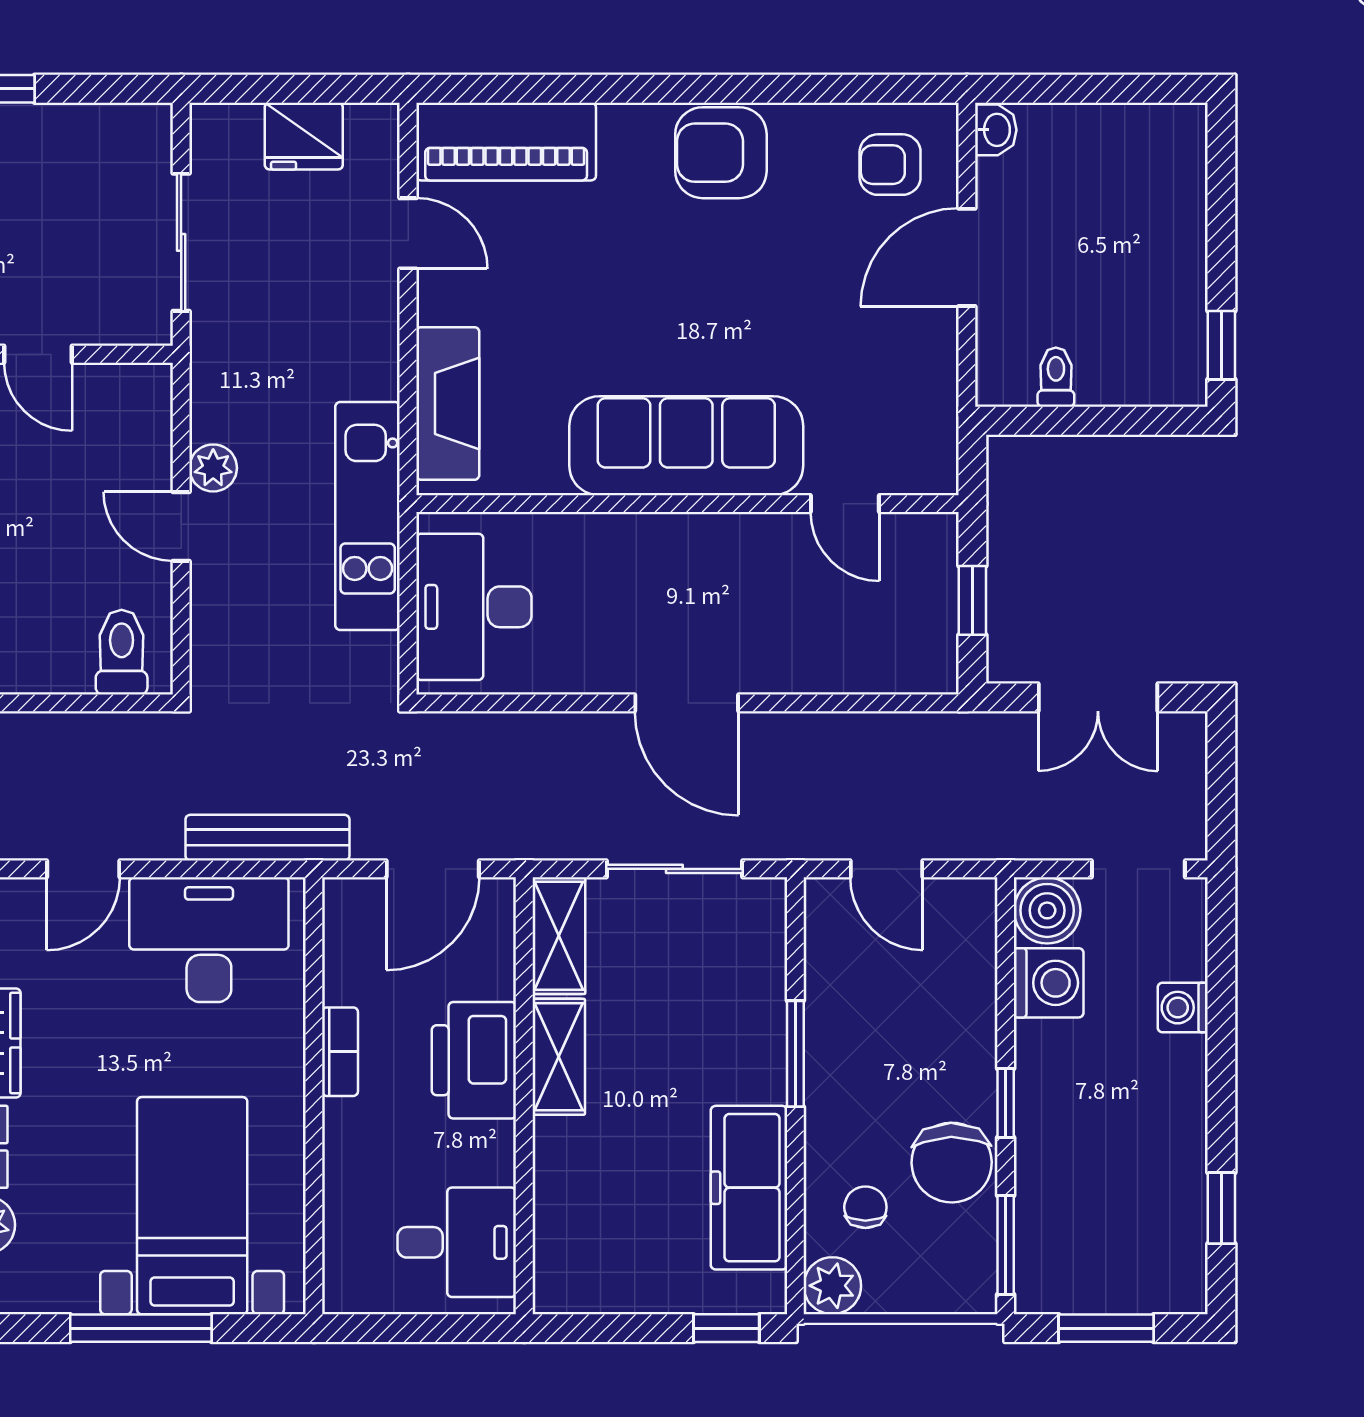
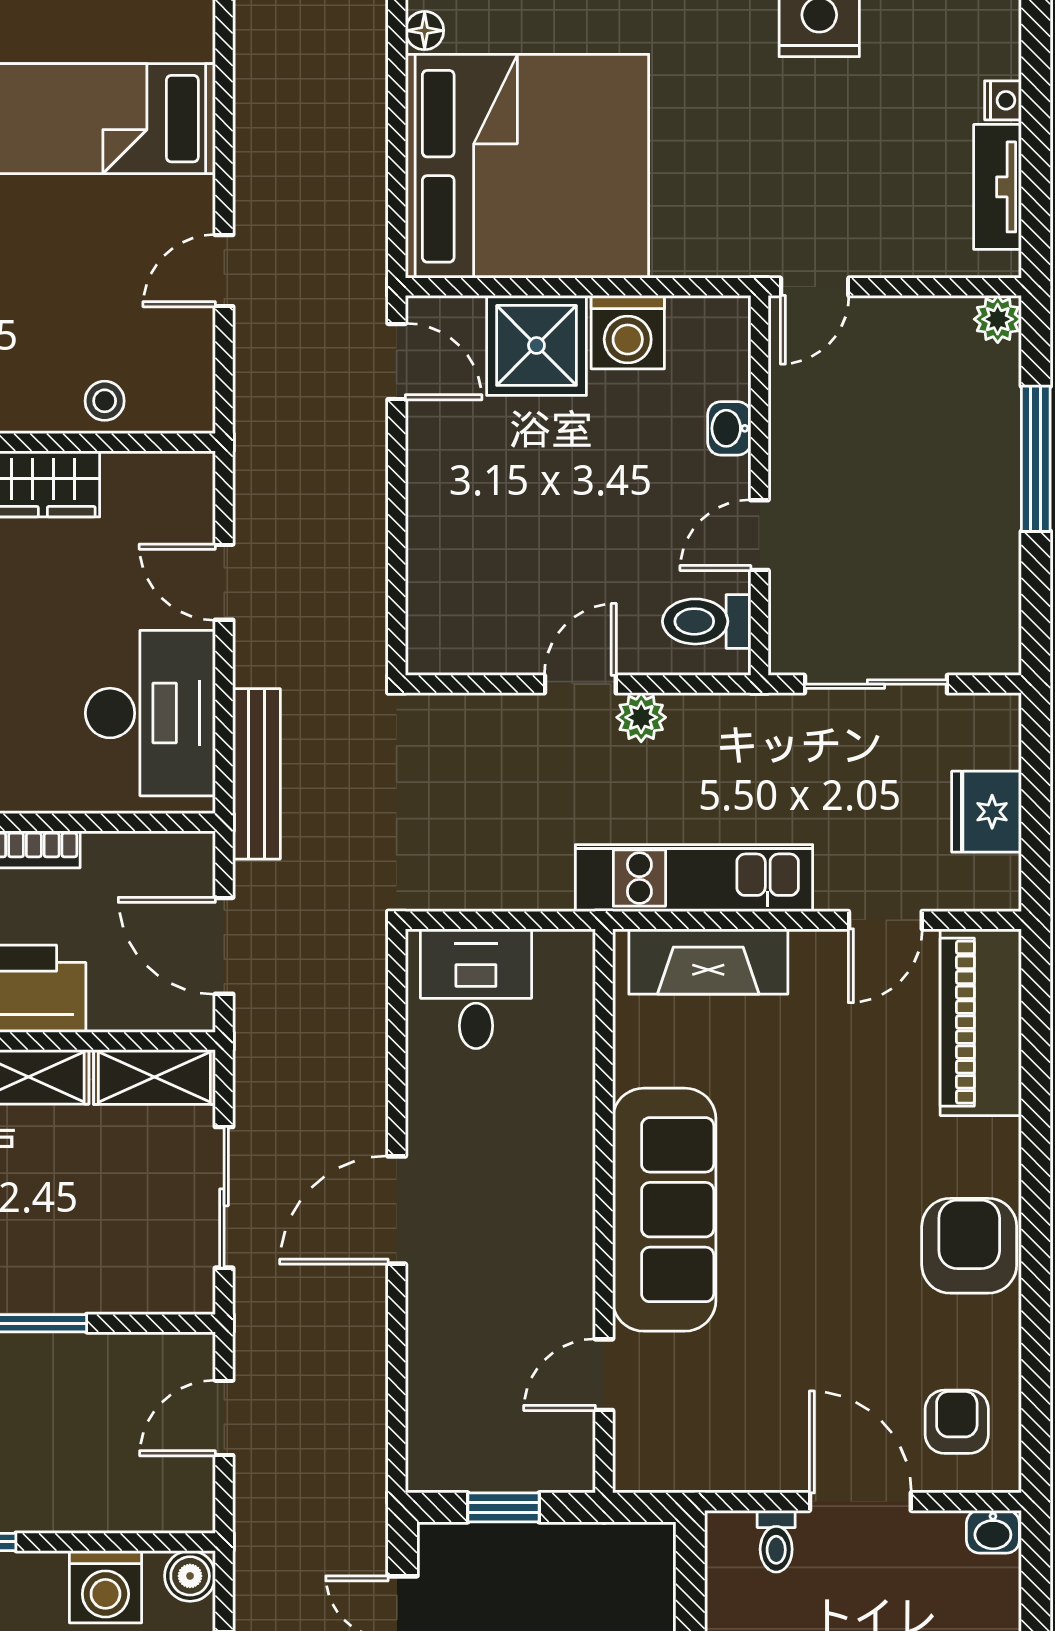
toilet: (1056, 377) -> (776, 1541), moved, turned 90
kitchen unit: (368, 516) -> (694, 878), moved
desk: (474, 607) -> (476, 989), width x0.73
toilet: (122, 652) -> (707, 621), moved, turned 180
boiler: (1047, 910) -> (190, 1576), width x0.73, depth x0.73

